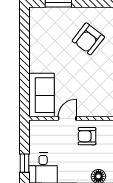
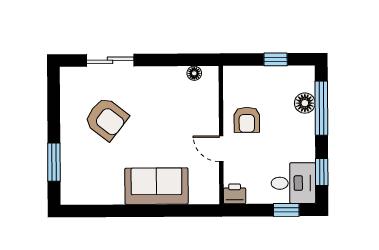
sofa: (41, 95) -> (156, 186), moved
printer: (36, 127) -> (235, 194), added

